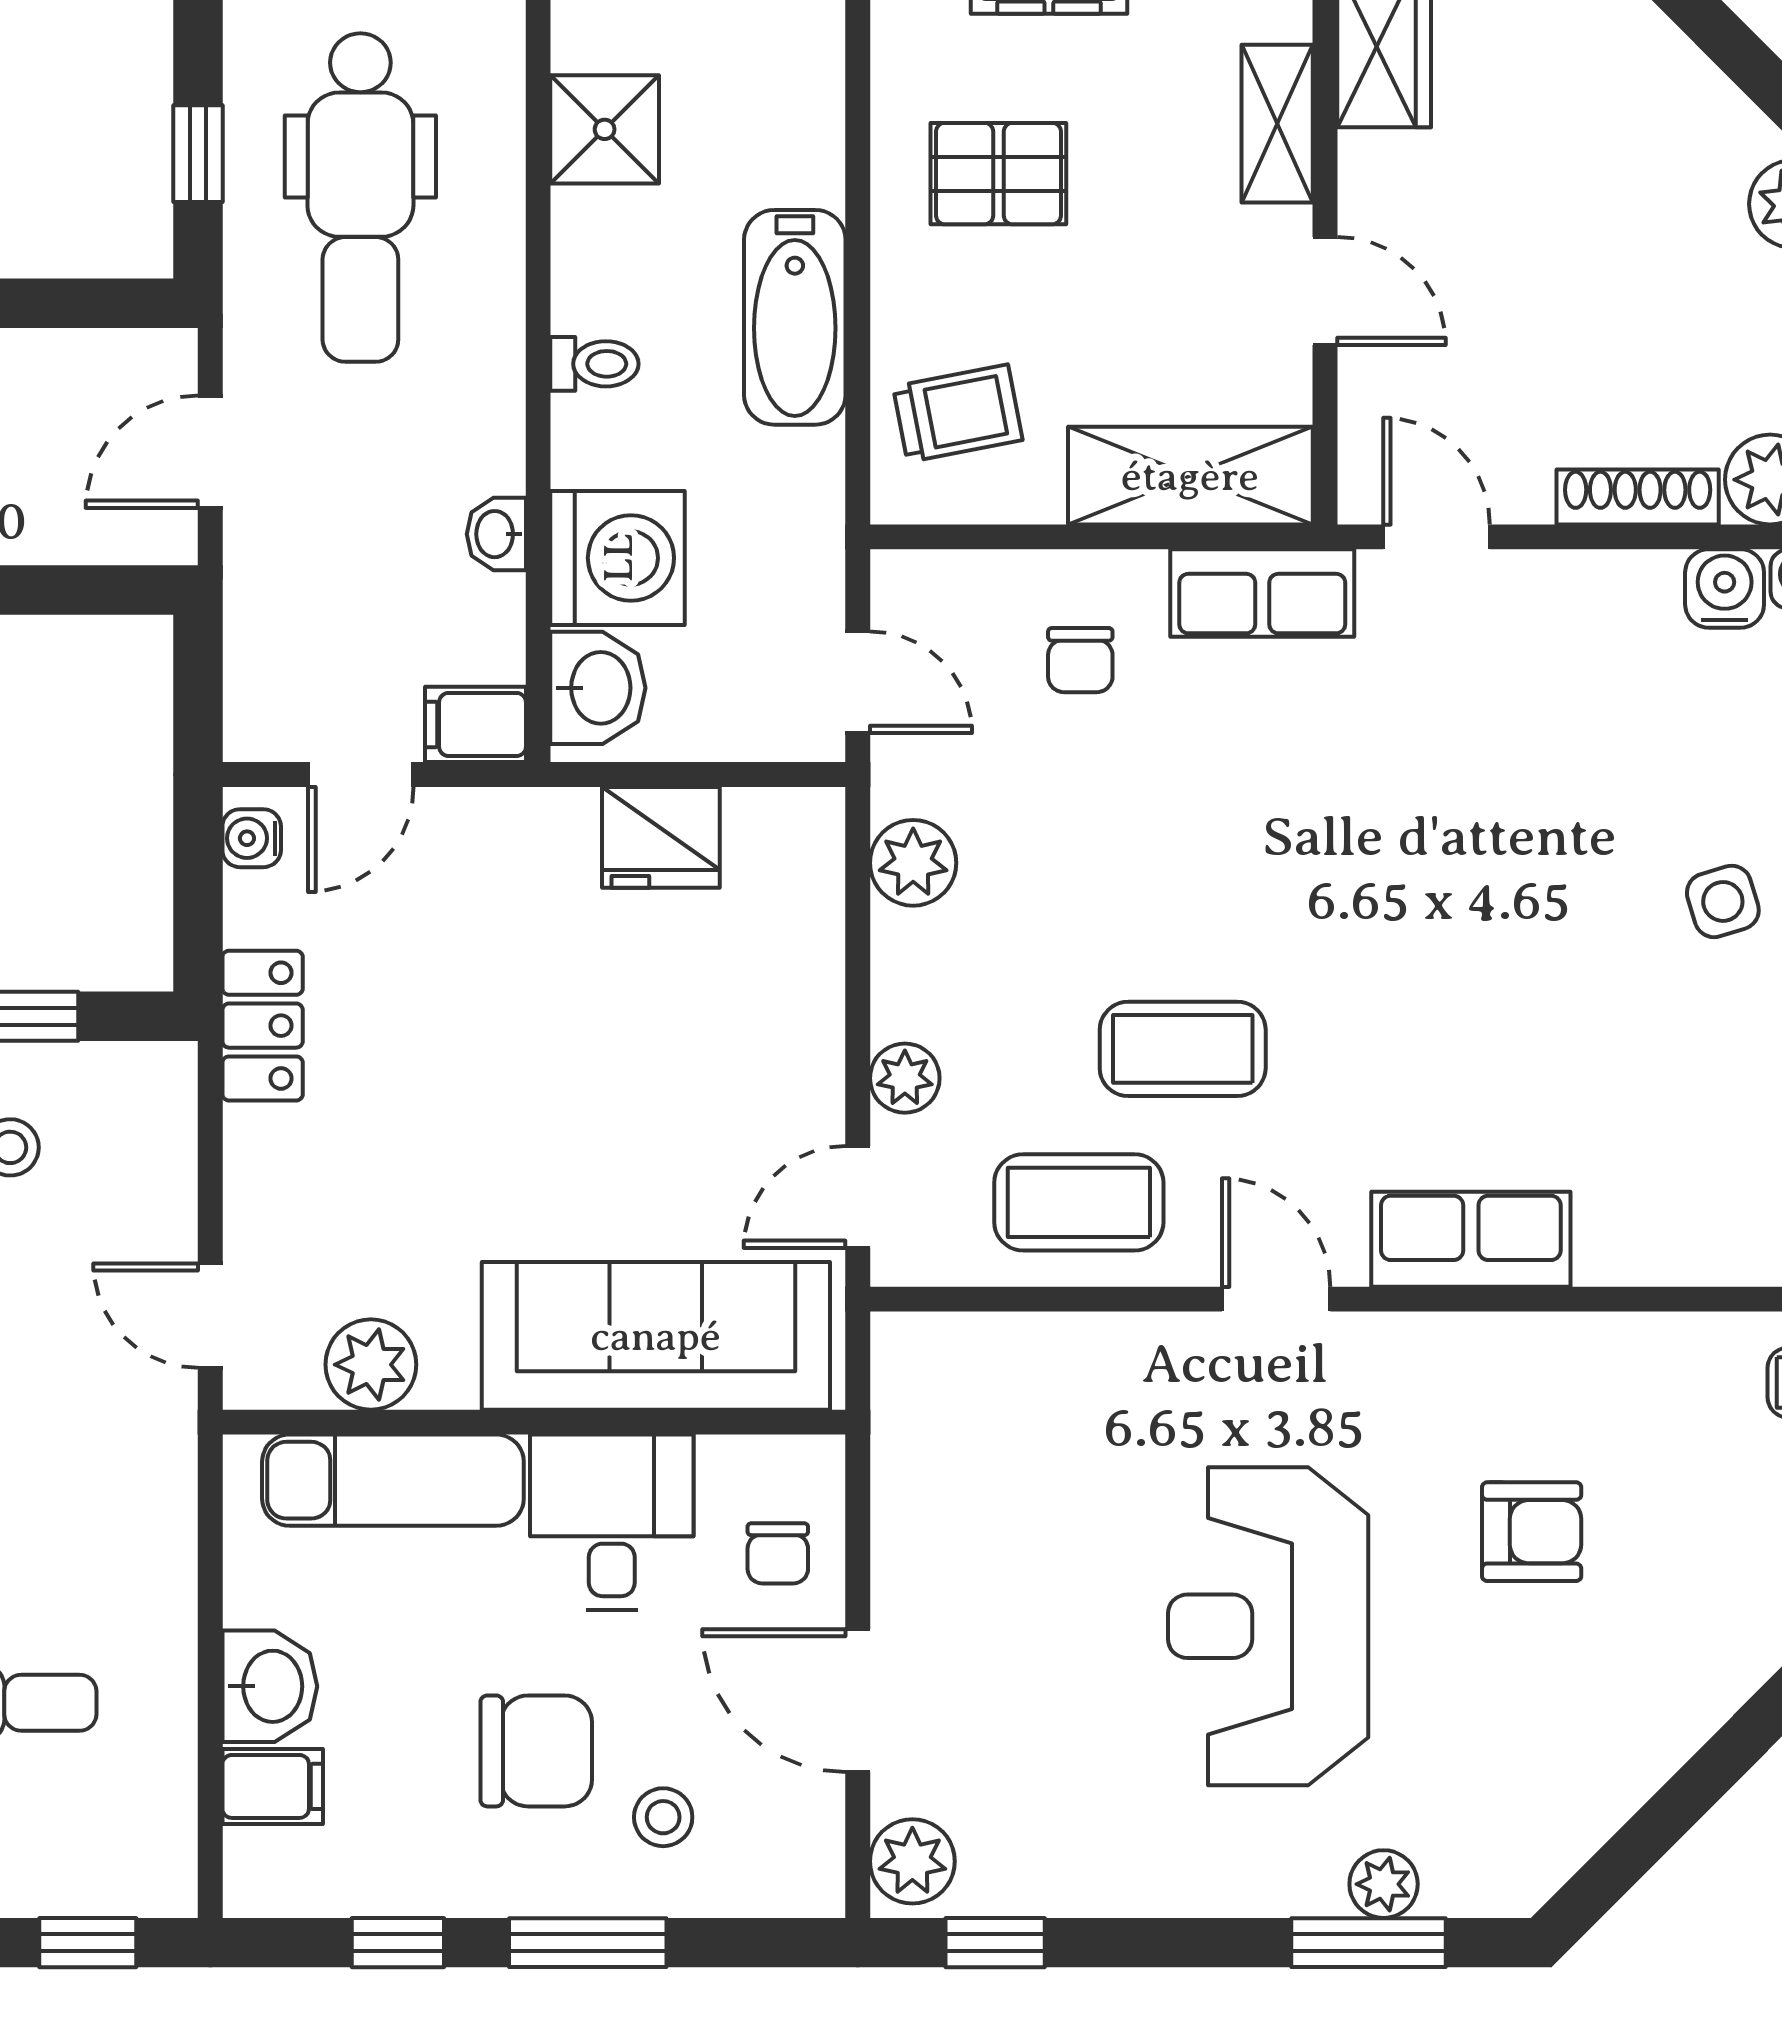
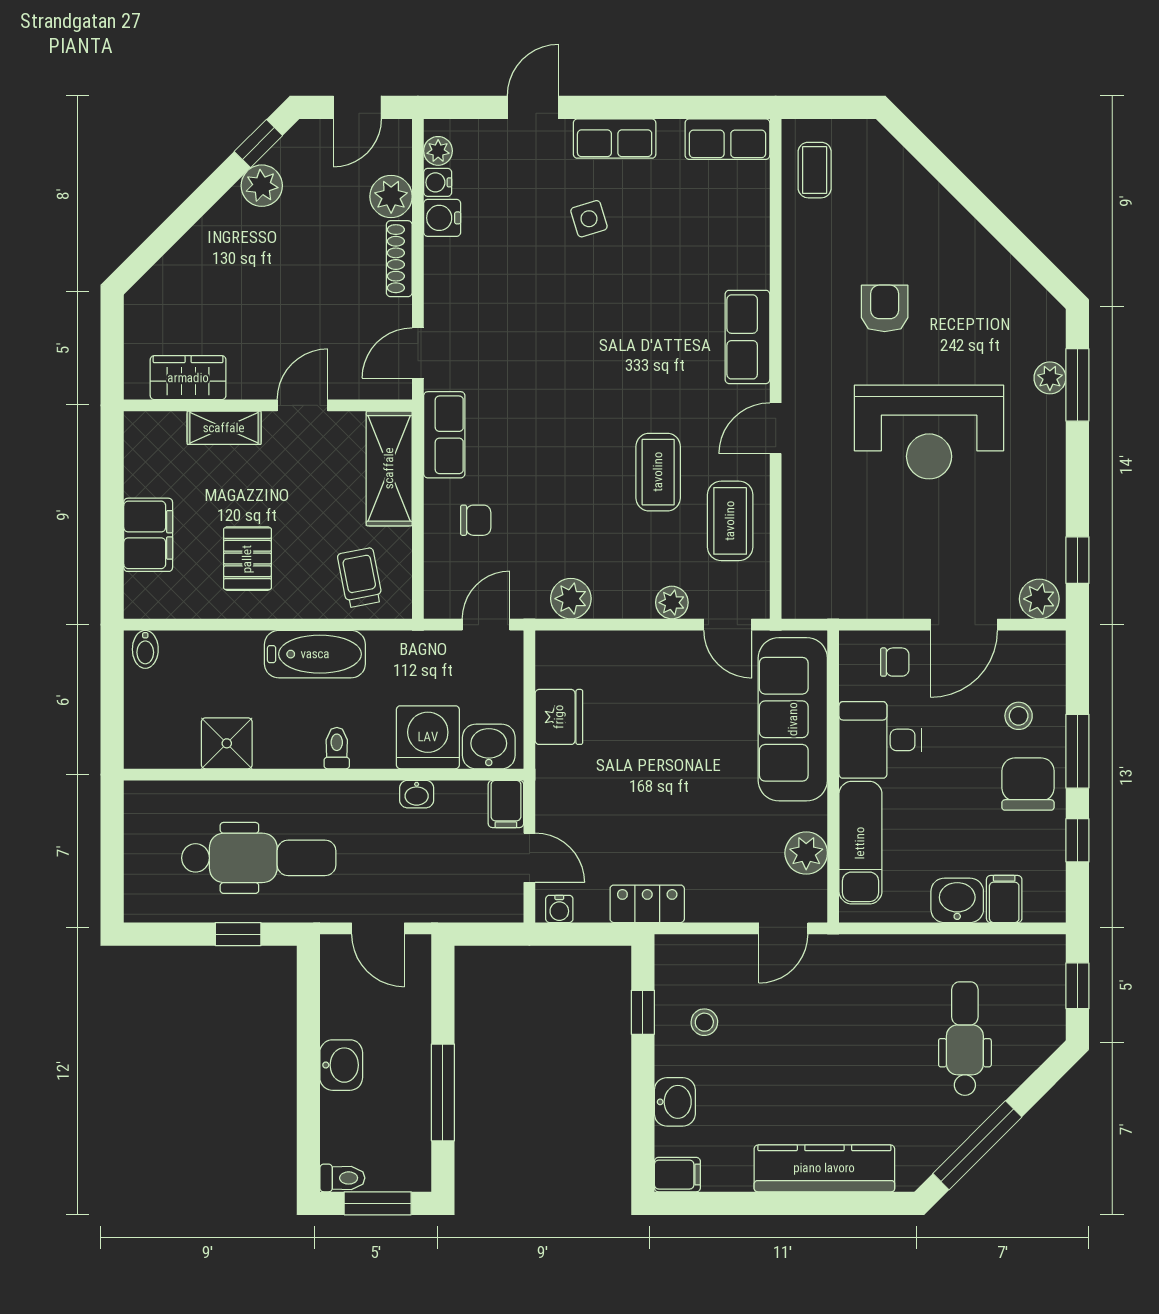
chair: (536, 1751) -> (1028, 784), moved

